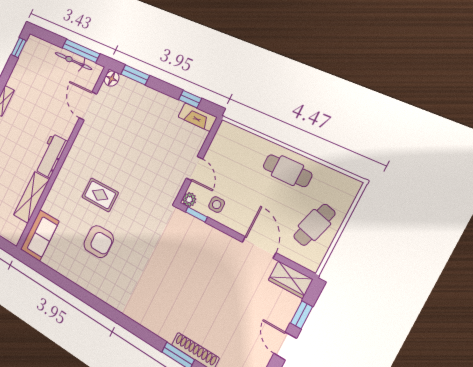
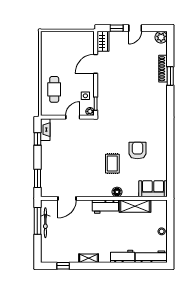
window: (19, 48) -> (63, 266), moved
floor lamp: (112, 79) -> (117, 192), moved
cafe table: (287, 171) -> (54, 89), moved
cafe table: (314, 225) -> (71, 43), removed

